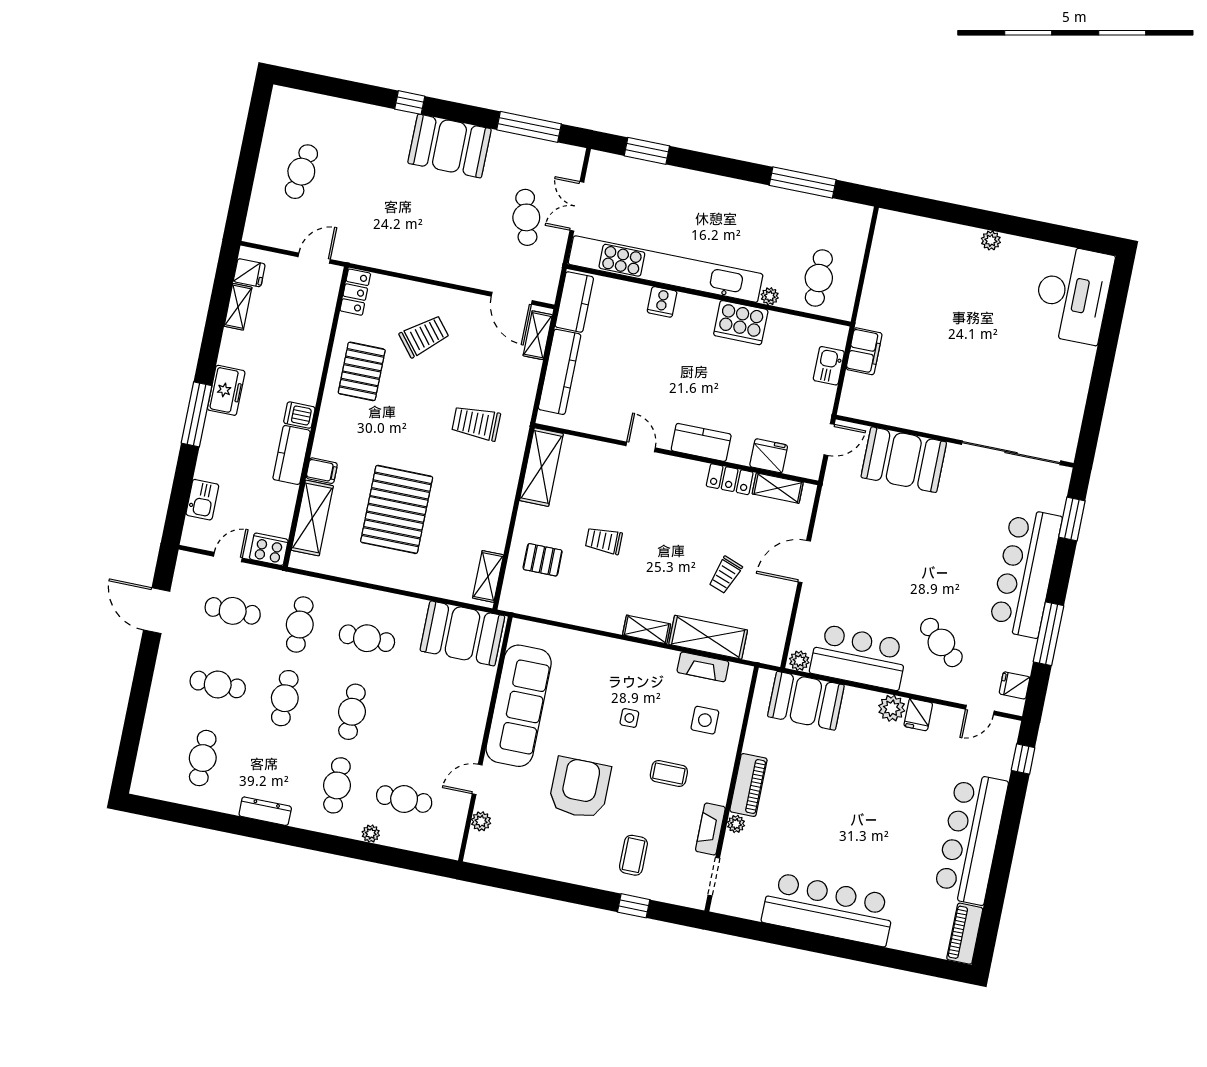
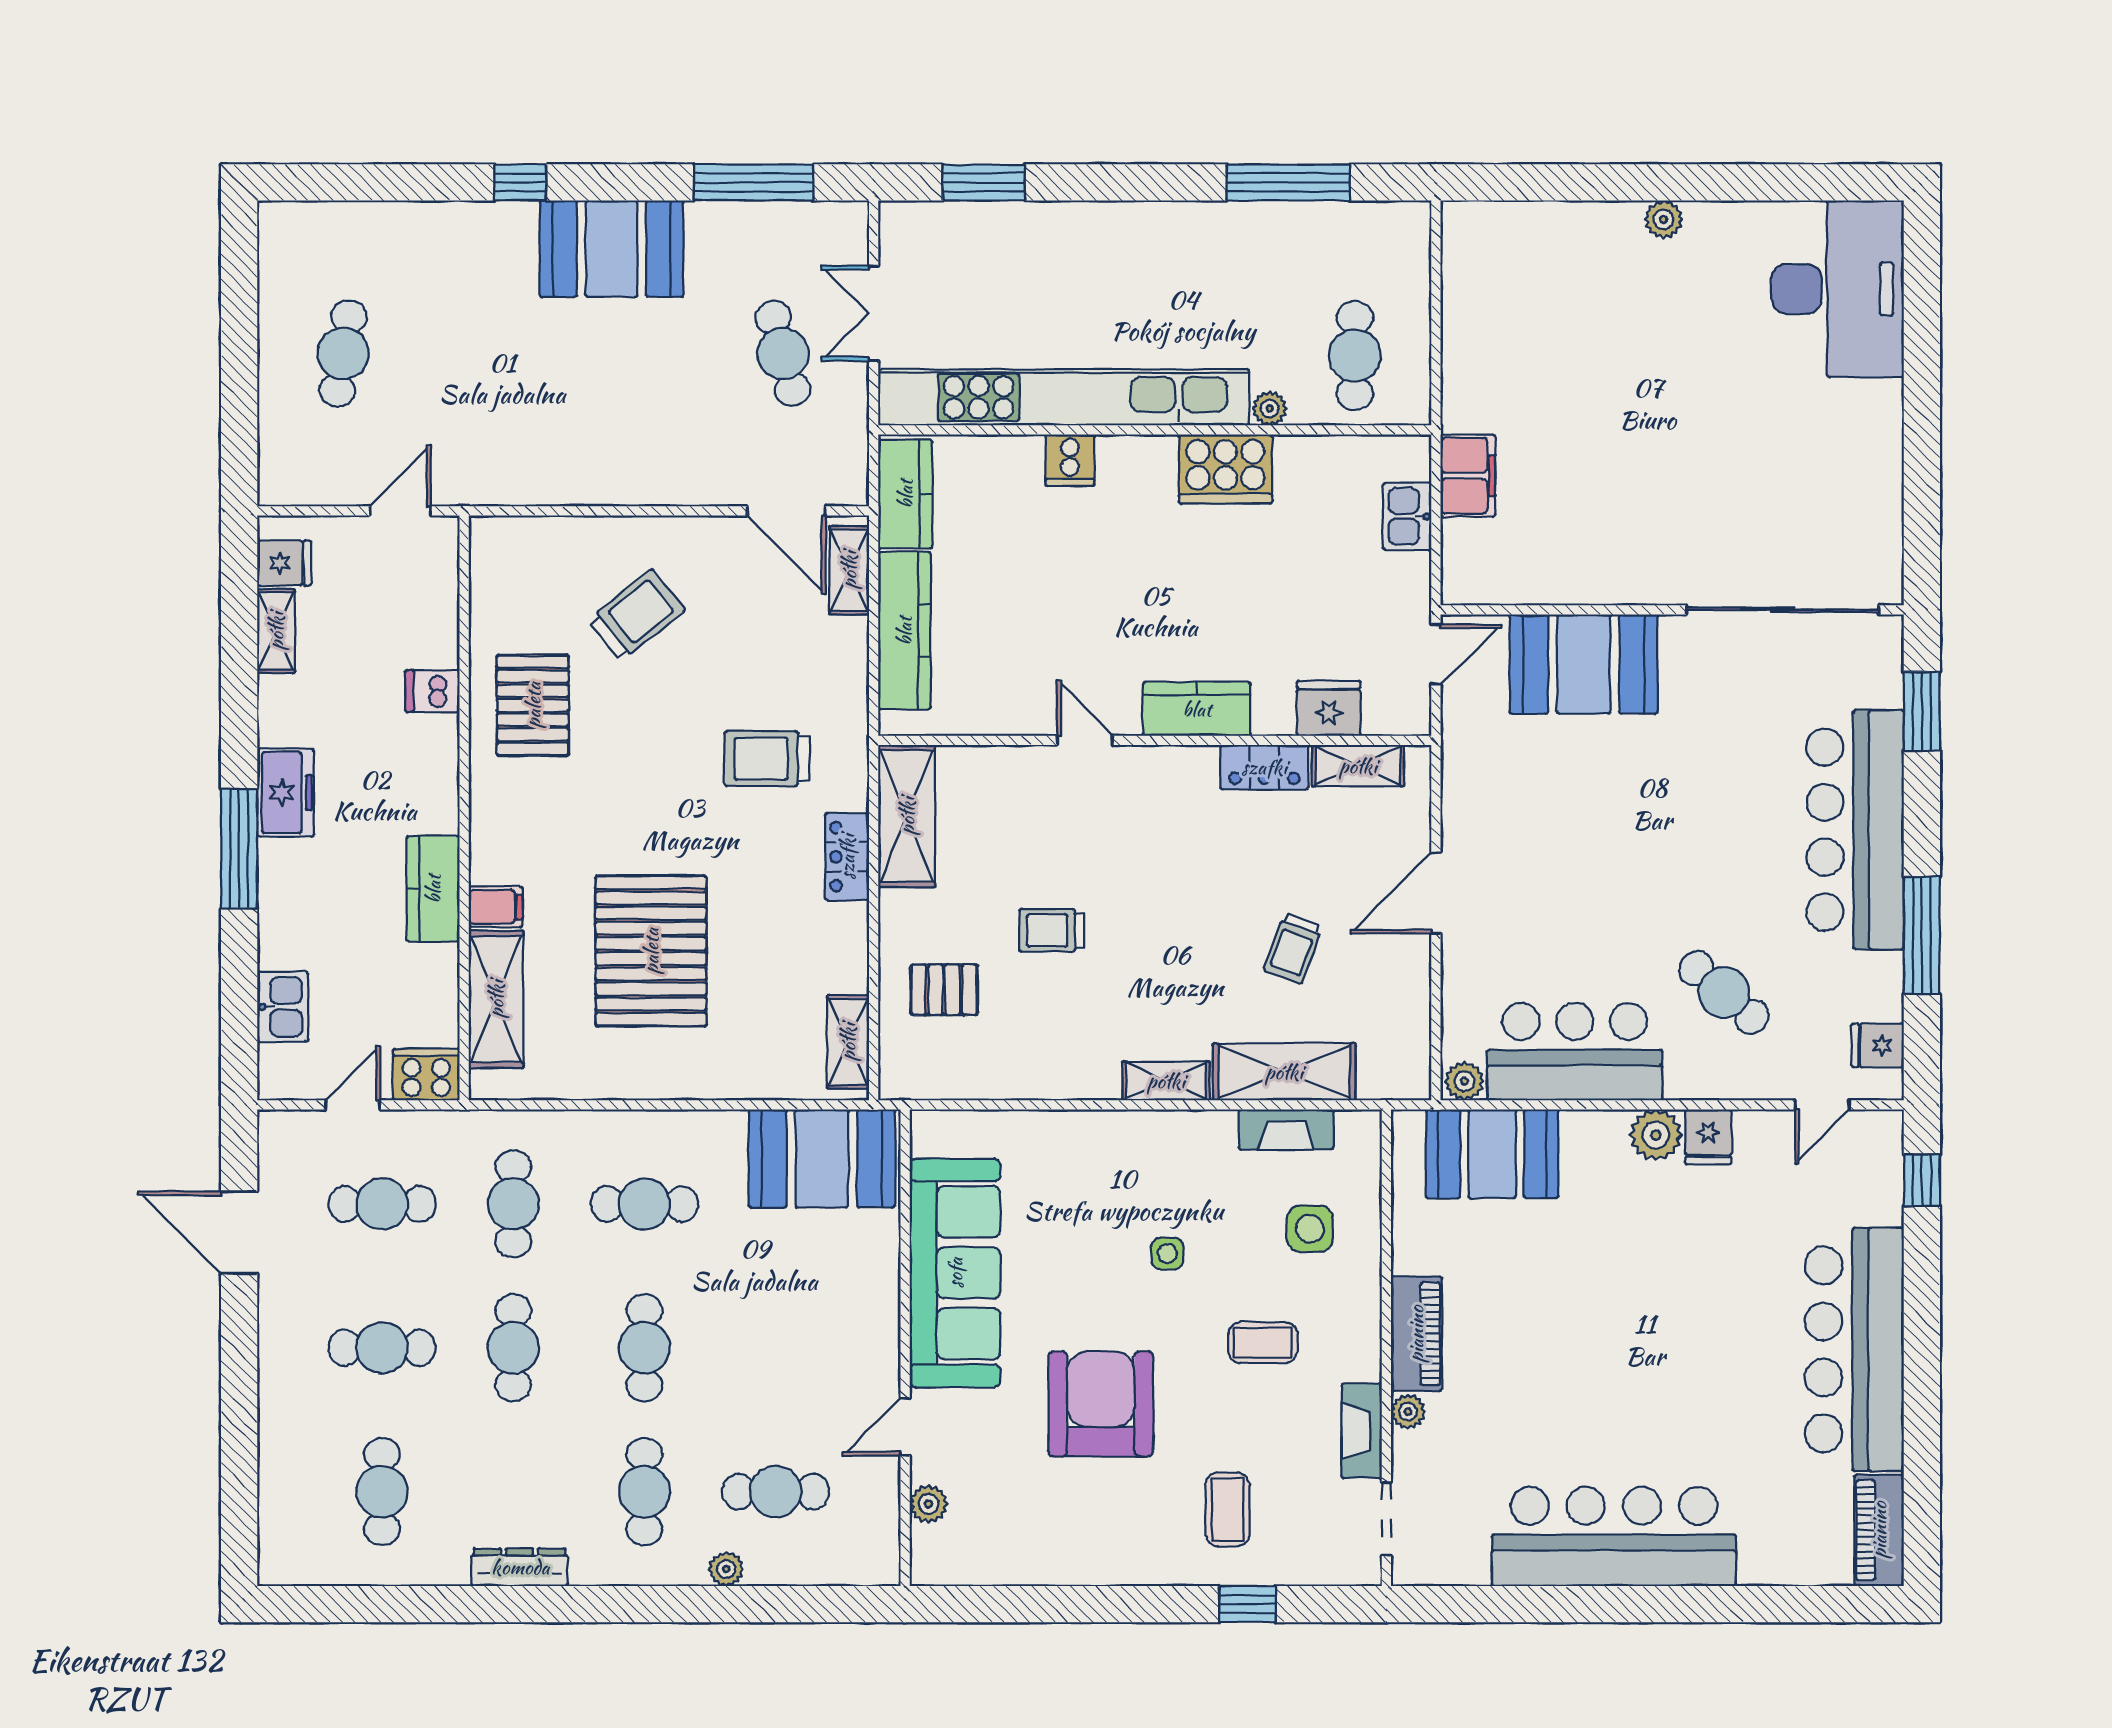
locker: (355, 292) -> (847, 857), moved, turned 180
dishwasher: (299, 415) -> (432, 691), moved

